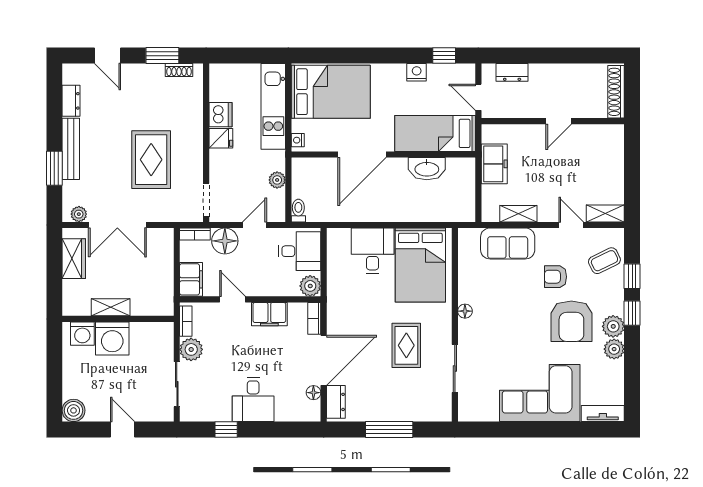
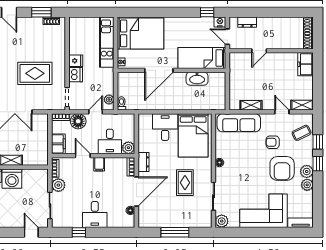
nightstand: (417, 72) -> (220, 22), moved
dishwasher: (221, 115) -> (76, 75), moved
door: (559, 121) -> (259, 51), moved
rug: (151, 160) -> (35, 73), turned 90
freezer: (494, 164) -> (306, 64), moved, turned 180
plant: (277, 180) -> (109, 100), moved
sofa: (508, 243) -> (239, 123), width x1.36
desk: (300, 251) -> (110, 141), moved, turned 90
filing cabinet: (269, 314) -> (99, 164), width x0.50
dresser: (336, 402) -> (143, 162), moved
plant: (469, 411) -> (222, 221), added
door: (123, 430) -> (31, 232), moved

